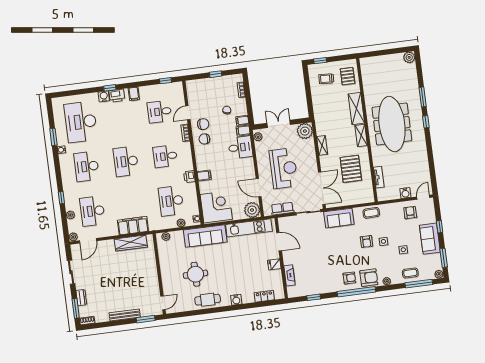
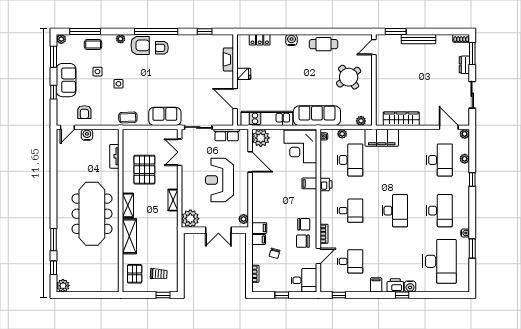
window: (426, 122) -> (54, 268), moved
desk: (240, 147) -> (304, 280), moved, turned 180
double door: (322, 188) -> (180, 152), width x0.73
filing cabinet: (133, 226) -> (382, 138), moved
door: (88, 241) -> (449, 127), hinge flipped
armchair: (367, 242) -> (137, 86), removed
round table: (195, 274) -> (349, 77), moved, turned -37
armchair: (369, 278) -> (140, 45), turned 180

